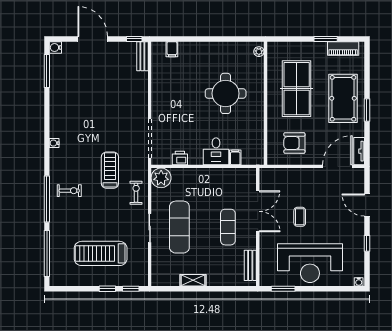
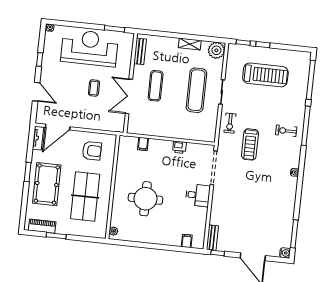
desk: (216, 151) -> (198, 195), moved, turned 90
printer: (180, 158) -> (179, 147), moved
plant: (161, 178) -> (216, 50), moved

